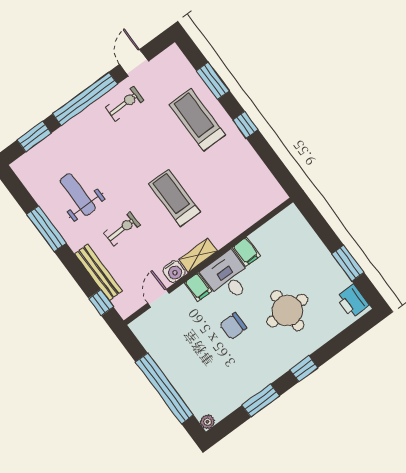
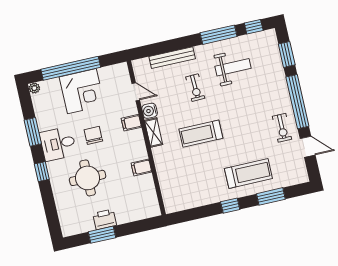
treadmill: (174, 198) -> (201, 134), turned 180
desk: (228, 277) -> (58, 144), moved, turned 180
printer: (353, 301) -> (105, 219), moved
window: (101, 303) -> (254, 27), moved
corner desk: (186, 363) -> (82, 91), added

